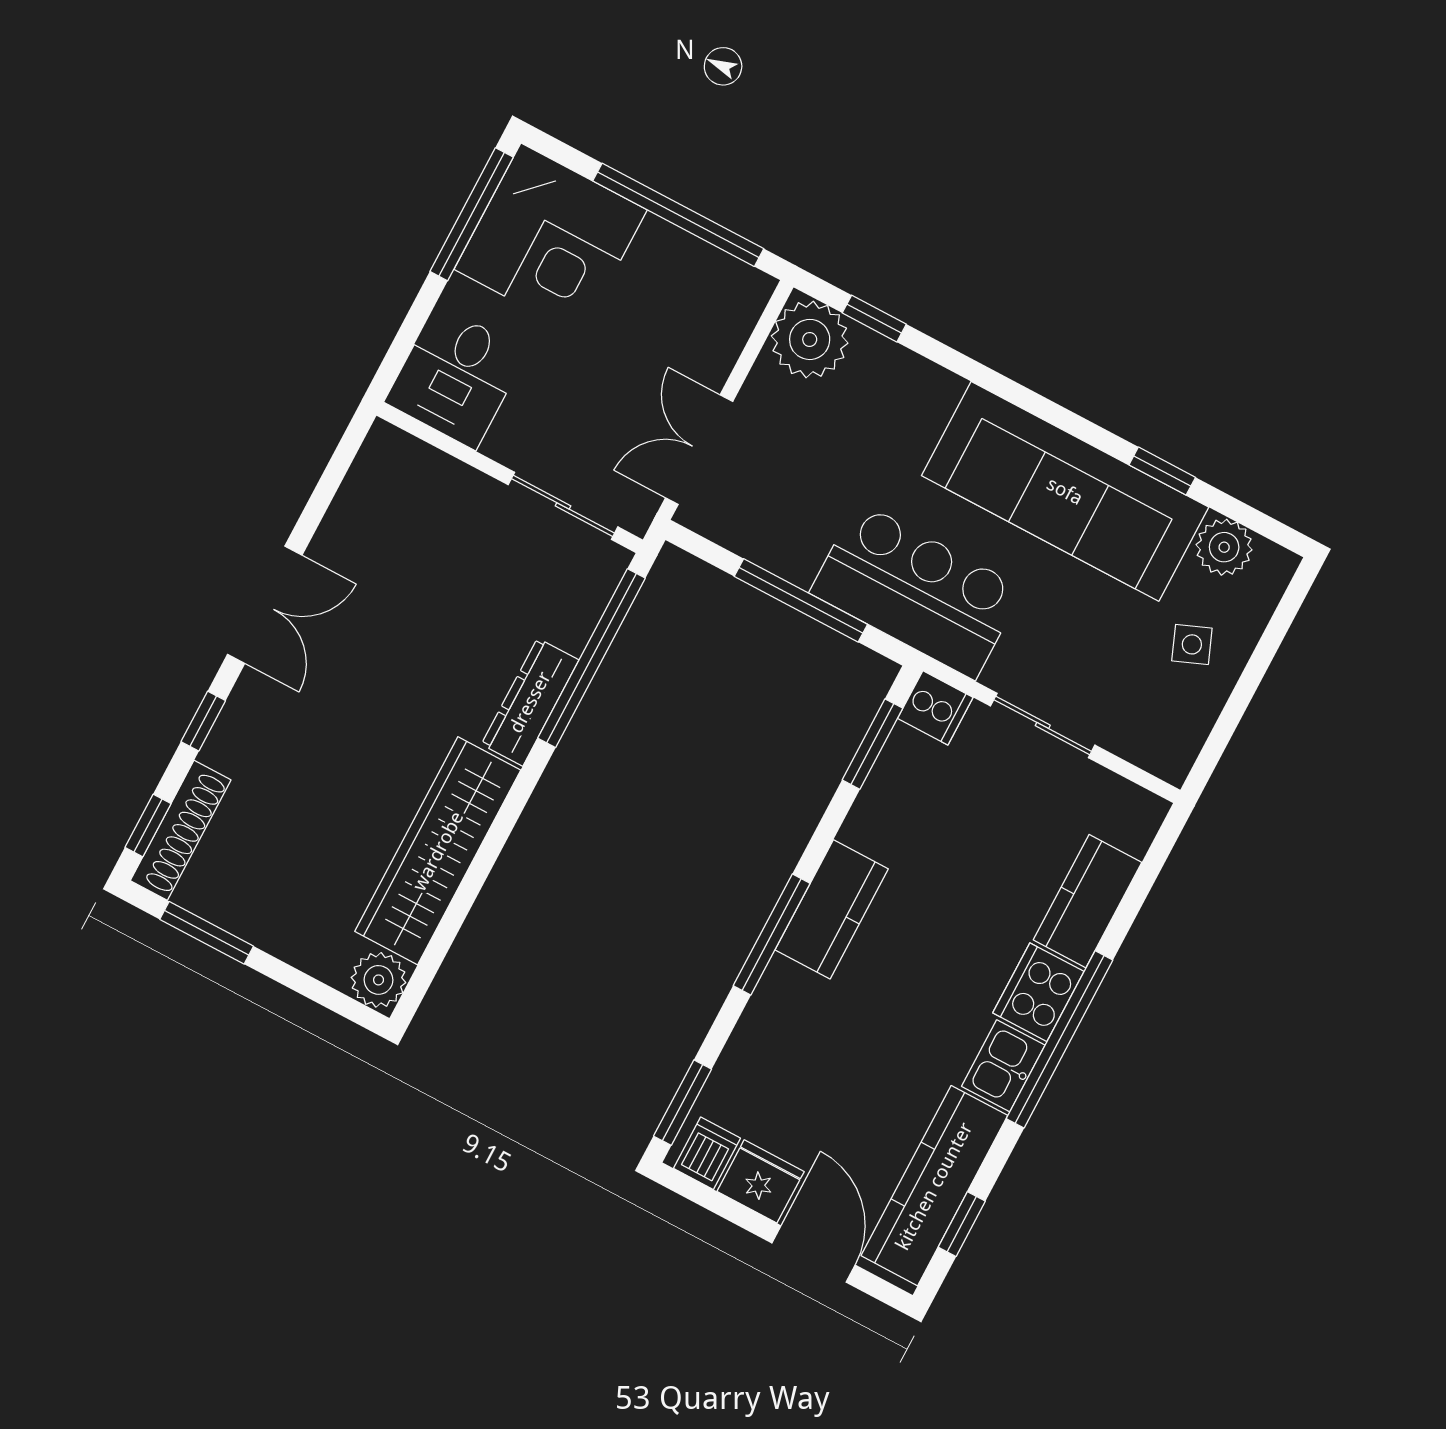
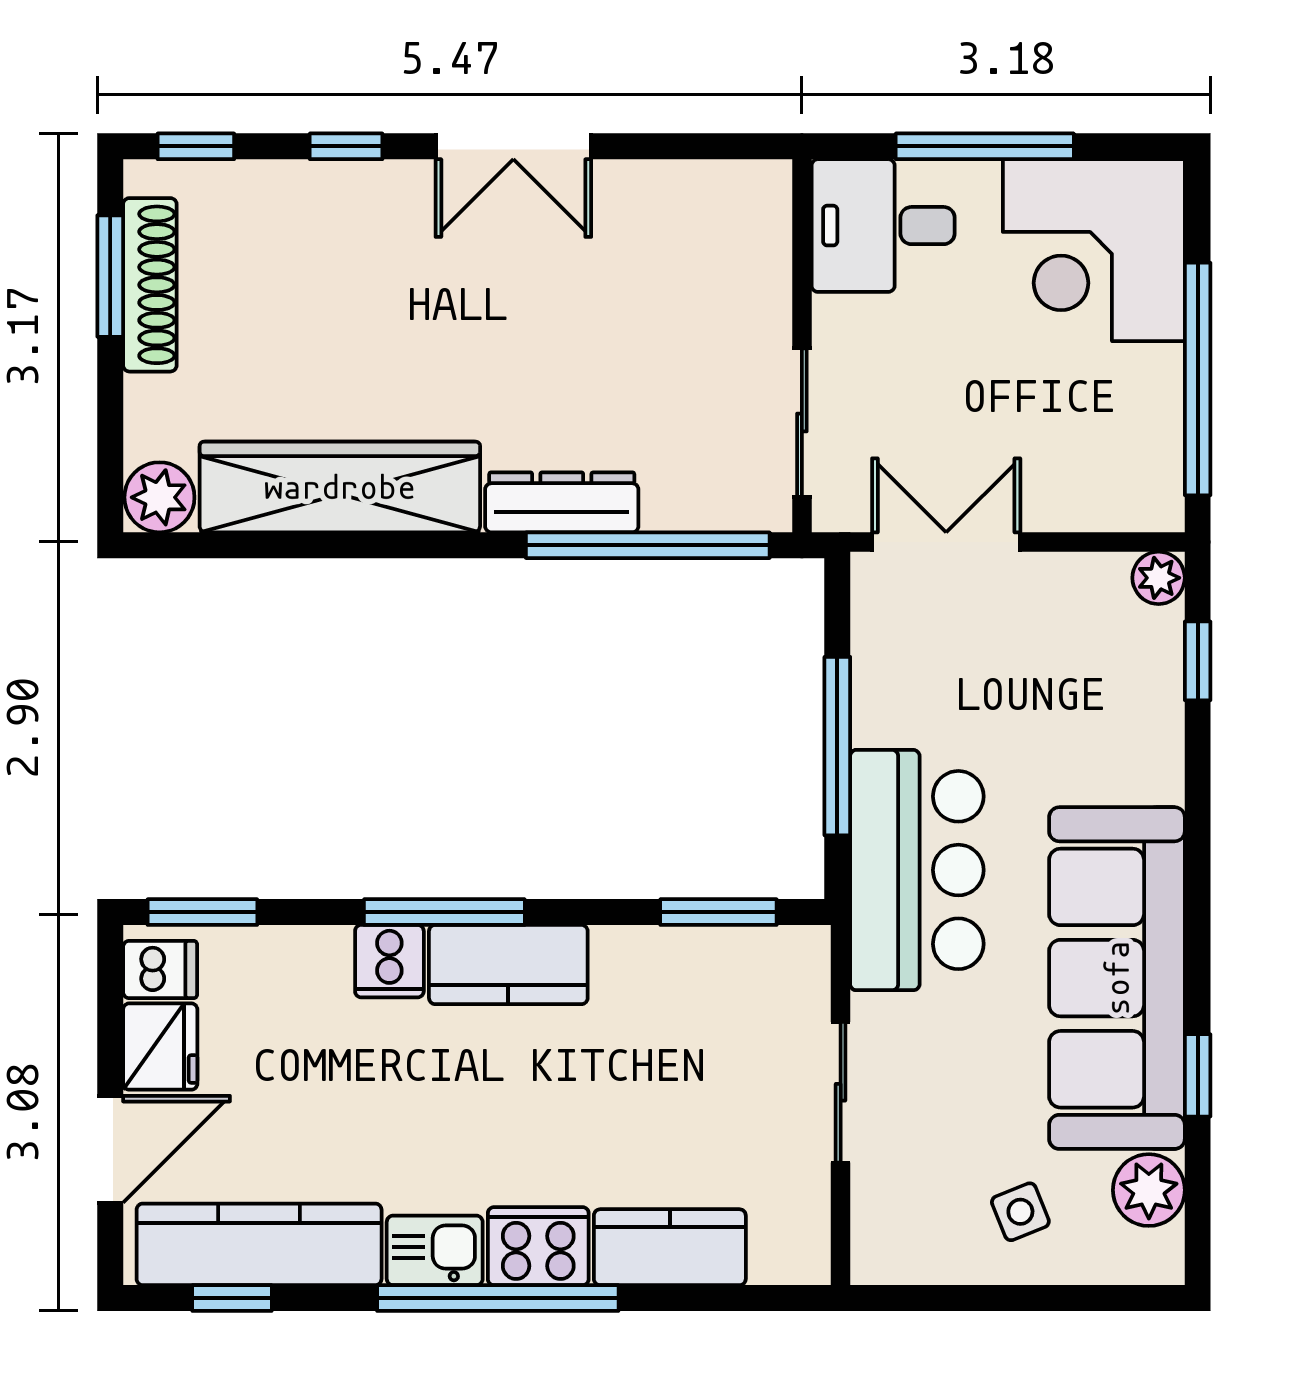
window: (472, 214) -> (985, 146), moved
plant: (810, 339) -> (1159, 578), width x0.53, depth x0.53
cooker: (935, 708) -> (389, 961), moved
shoe rack: (181, 830) -> (150, 285), moved, turned -90

